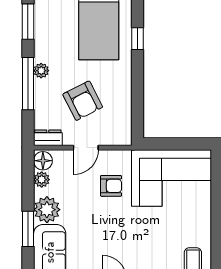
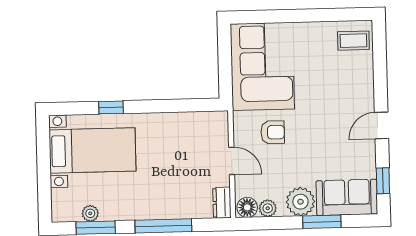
plant: (41, 71) -> (90, 213), moved
armchair: (83, 101) -> (180, 166), removed
armchair: (111, 186) -> (273, 132), turned 90

